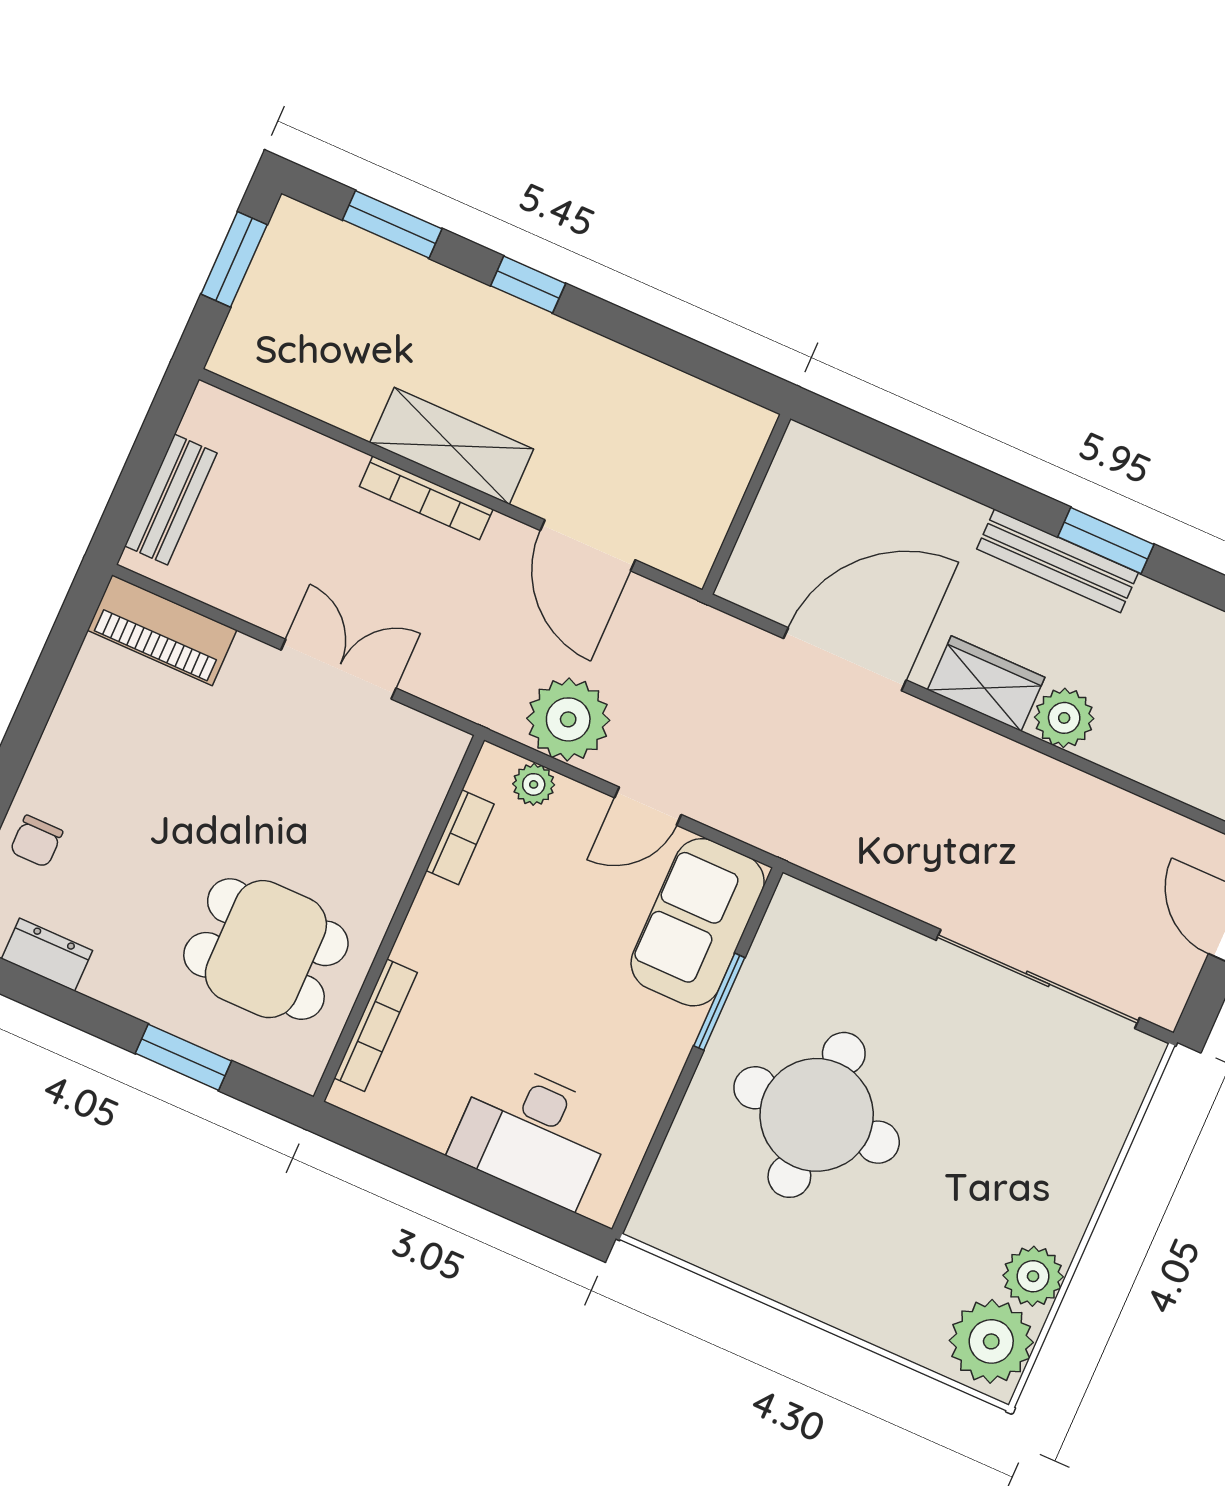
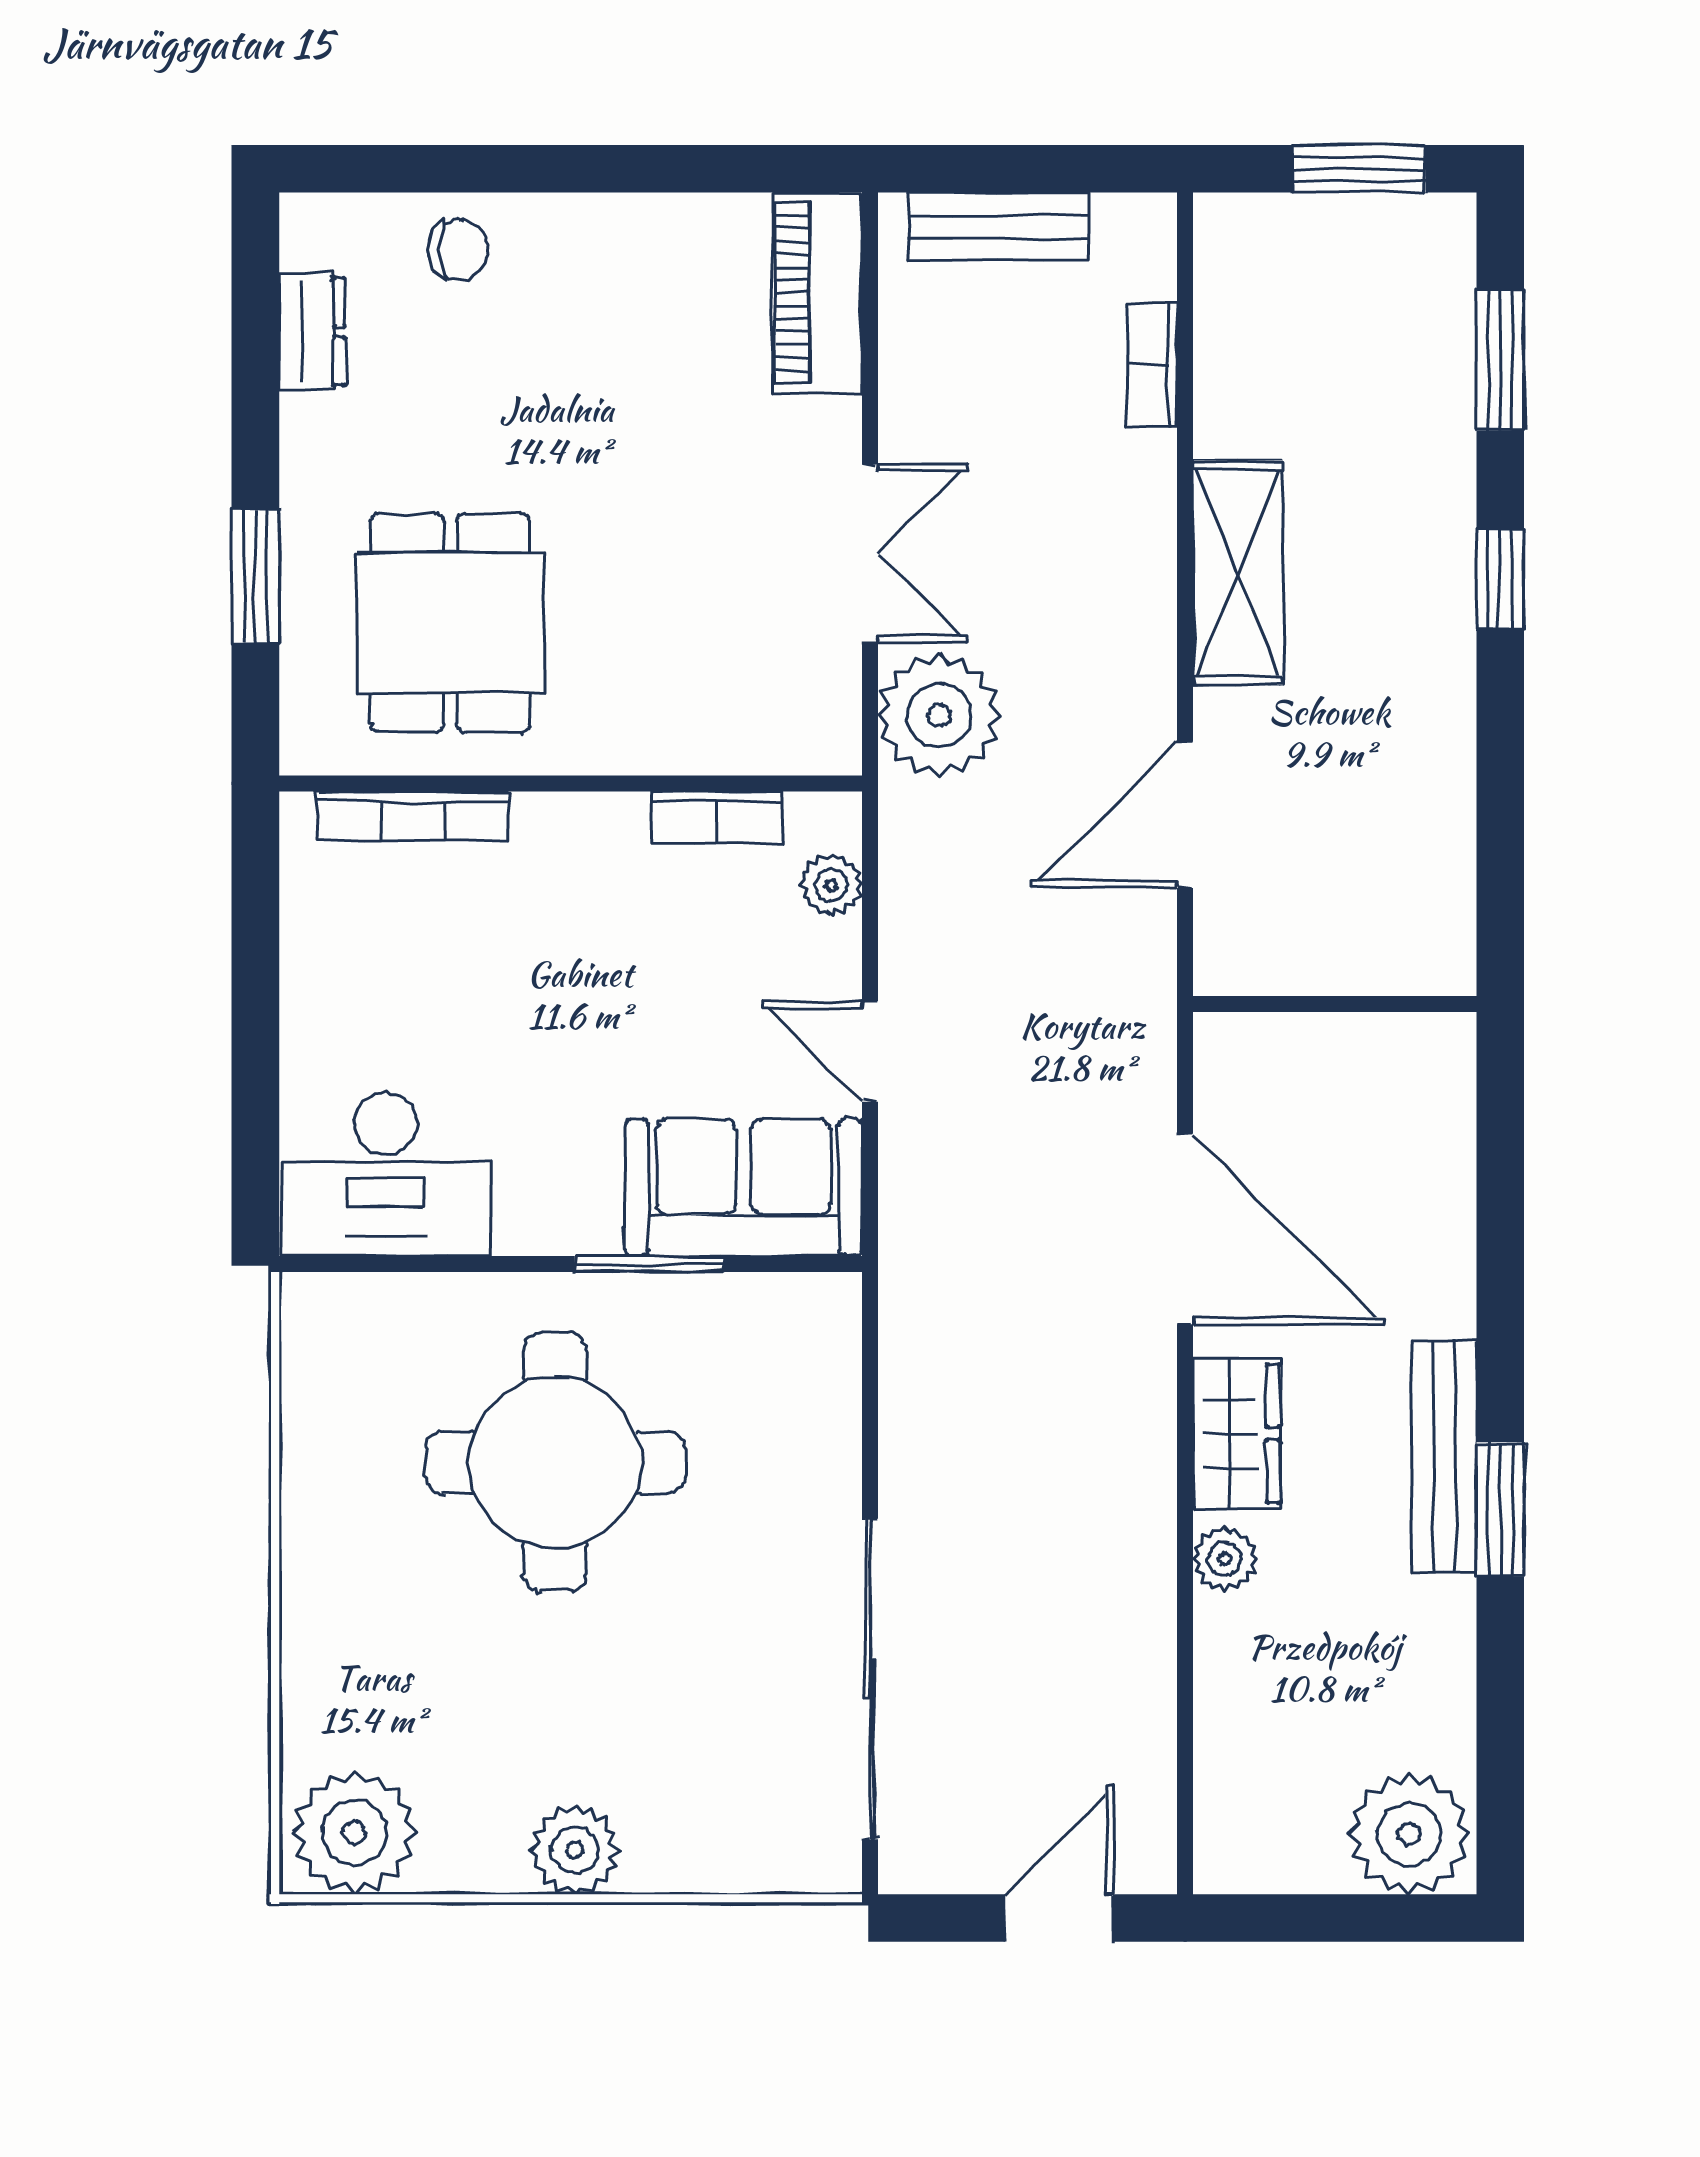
bookcase: (426, 498) -> (1152, 365), moved, width x0.64
plant: (1064, 718) -> (1225, 1559), width x0.73, depth x0.73
plant: (568, 719) -> (939, 715), moved
chair: (36, 841) -> (458, 250), turned 180
desk: (533, 1134) -> (386, 1174), moved, turned -90
plant: (1033, 1276) -> (575, 1850), moved

